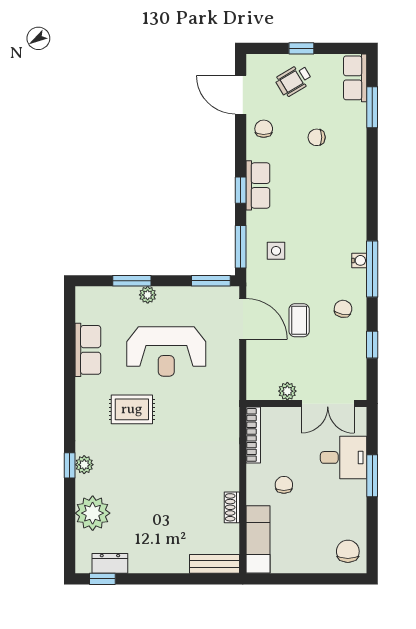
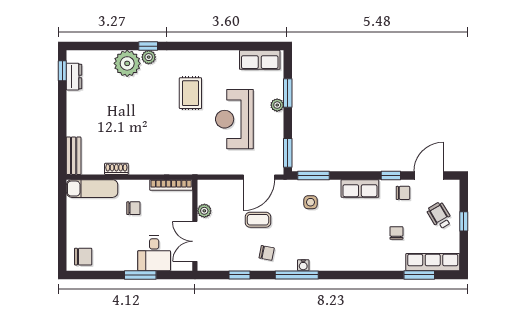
row of seats: (355, 78) -> (433, 262), width x1.48
window: (241, 190) -> (391, 175), moved
row of seats: (88, 350) -> (260, 60), moved
plant: (93, 513) -> (127, 63), moved

